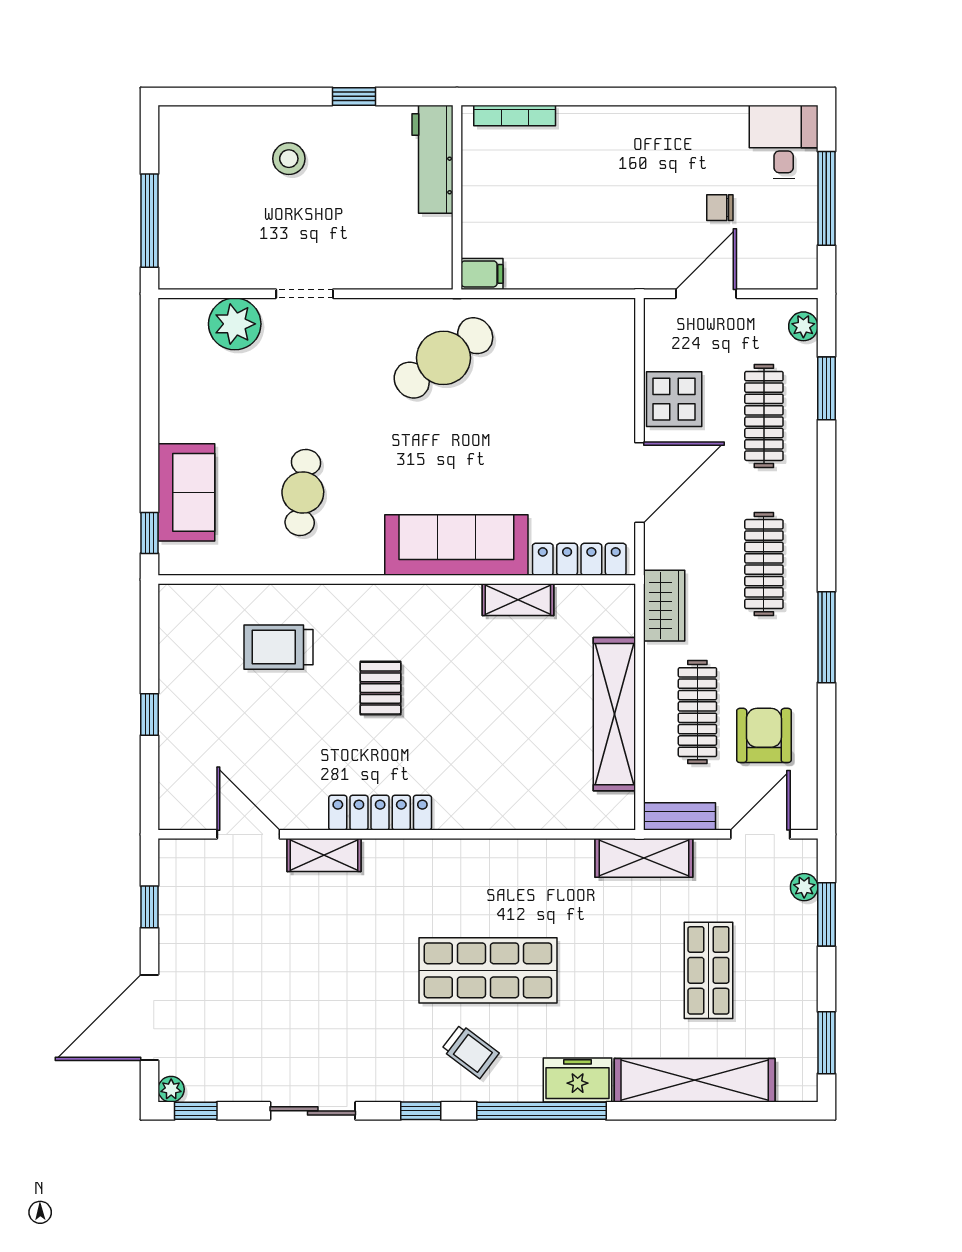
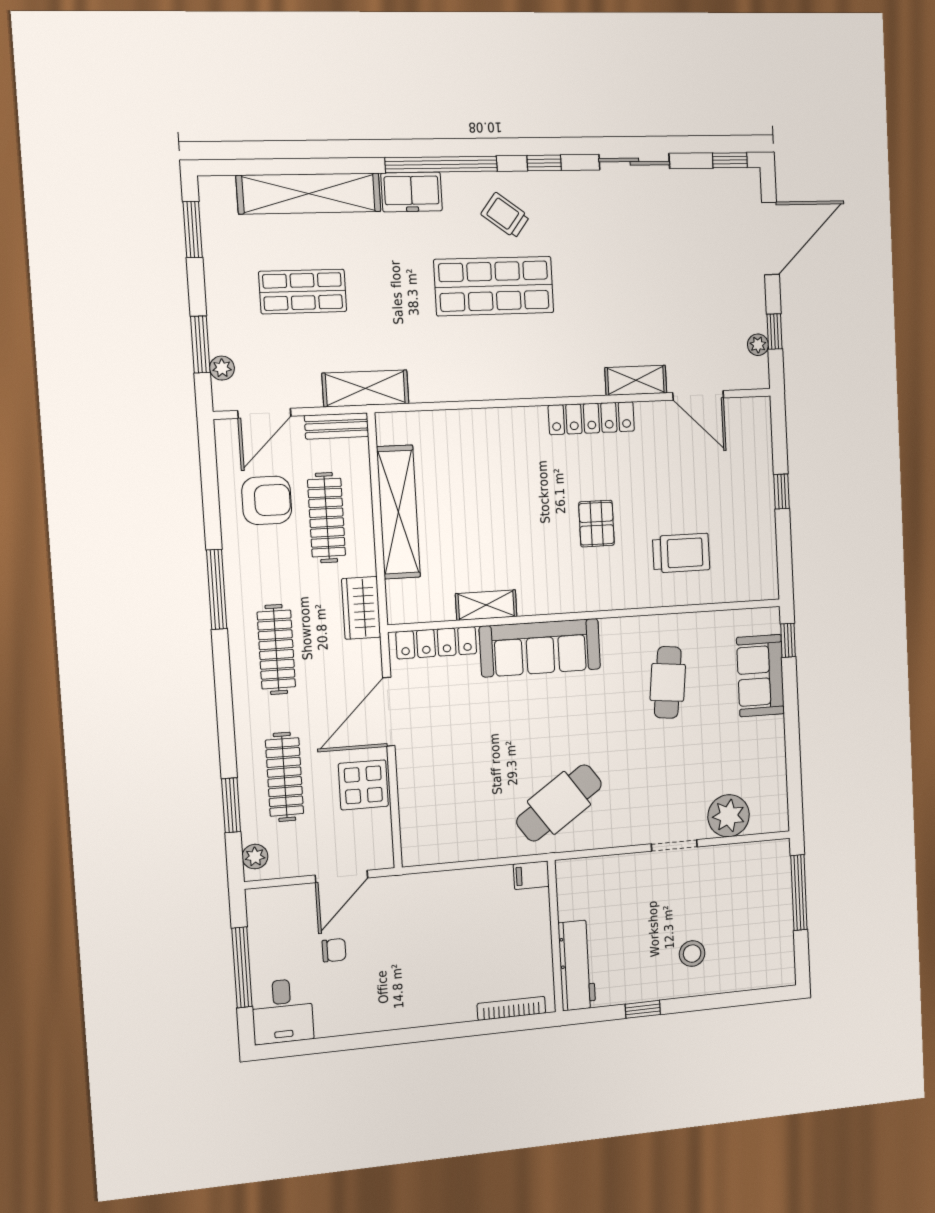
armchair: (764, 735) -> (267, 500), turned -90
shop shelf: (708, 970) -> (303, 292), turned 90
plant: (171, 1089) -> (758, 345), moved

